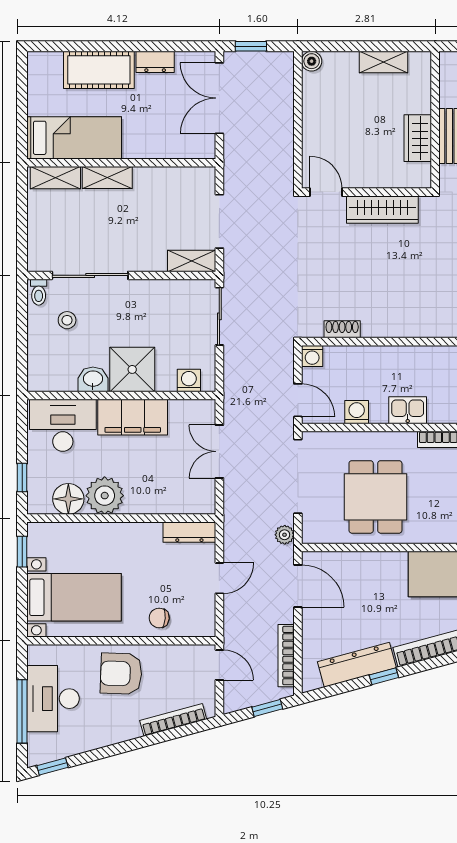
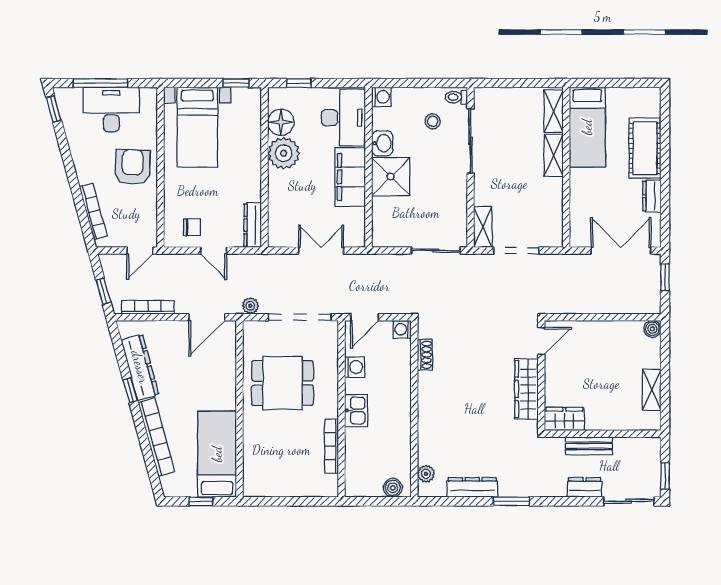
wardrobe: (418, 138) -> (564, 419), moved
washing machine: (189, 380) -> (381, 97), moved
chair: (159, 618) -> (192, 227), moved, turned 86

